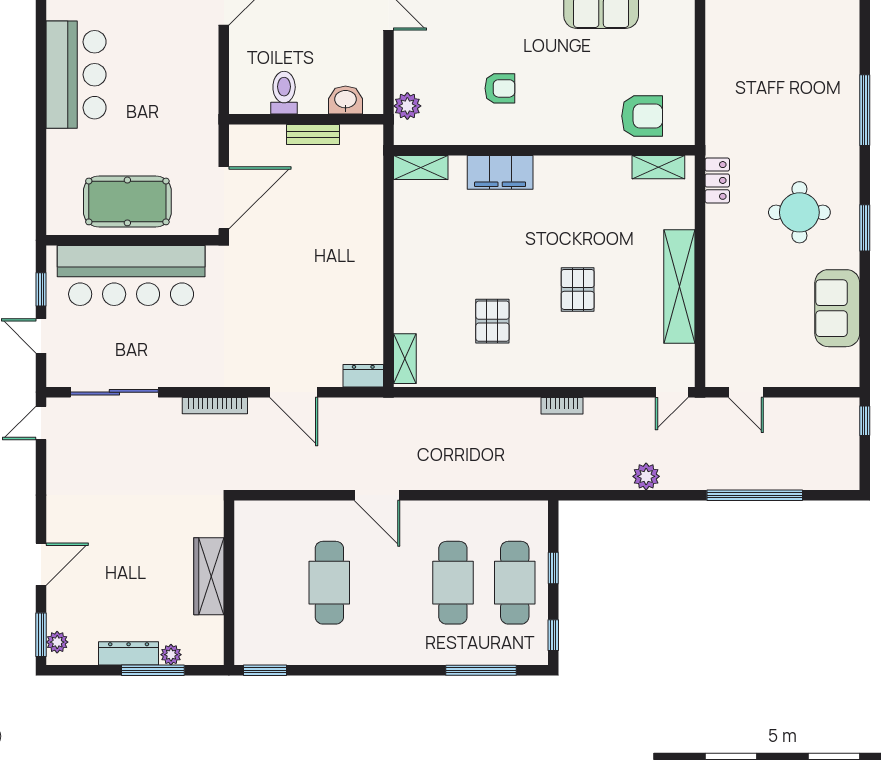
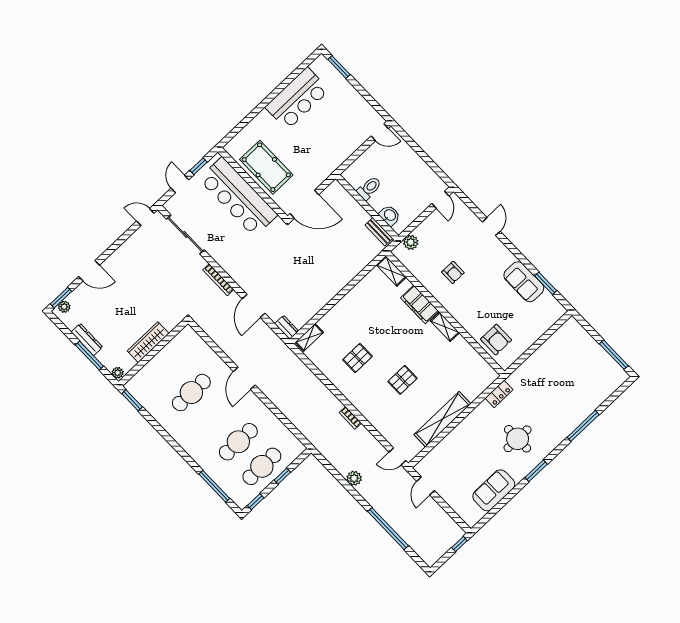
bench: (313, 135) -> (379, 232), moved
shelving: (658, 167) -> (445, 327), moved
plant: (171, 655) -> (118, 373), moved

